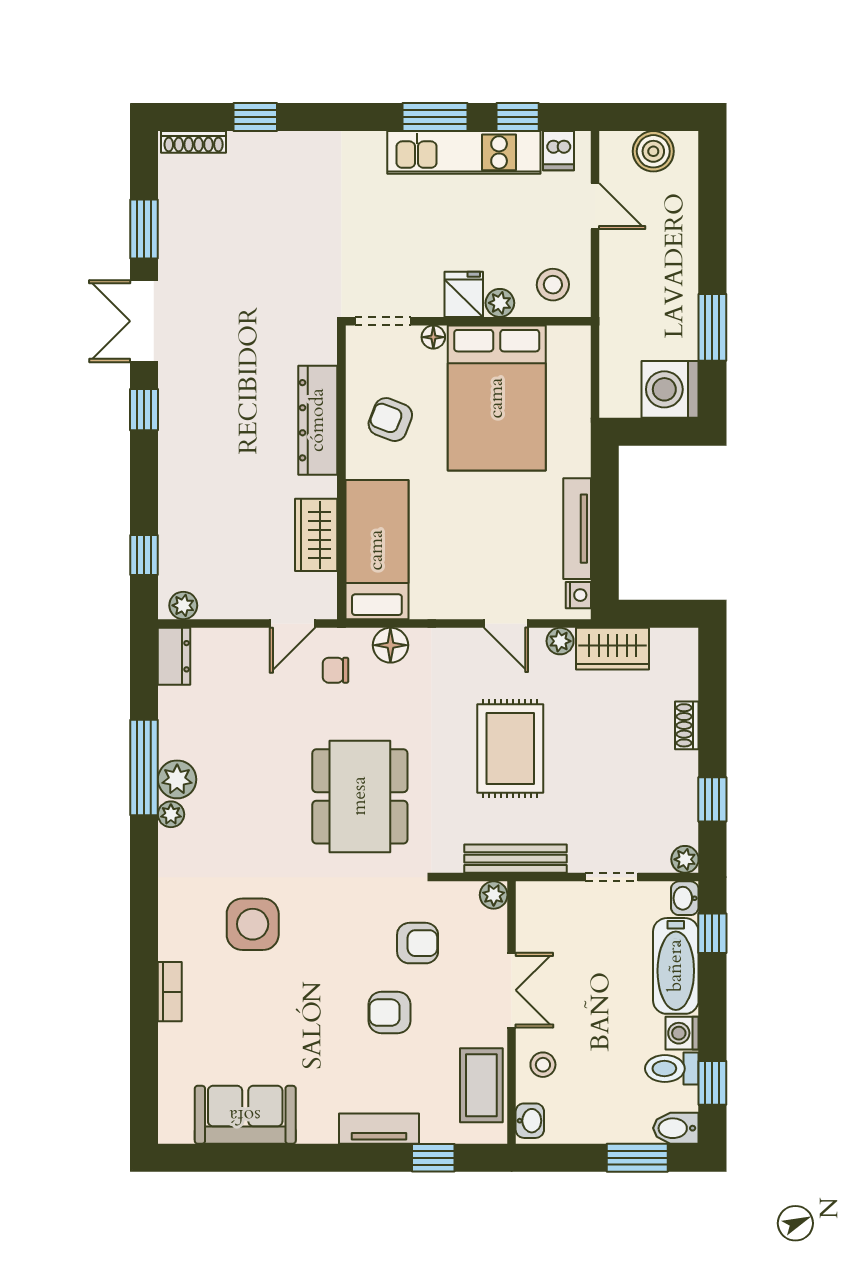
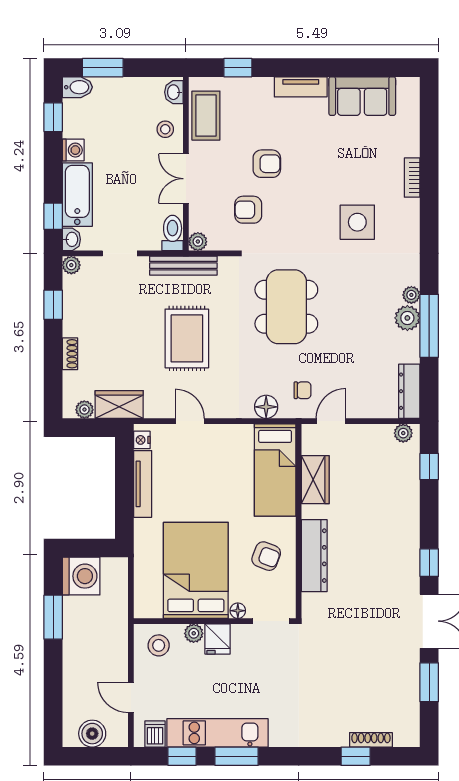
shoe rack: (194, 142) -> (371, 740), moved
plant: (560, 641) -> (84, 410), moved
dresser: (174, 656) -> (409, 391), width x1.44
toilet: (672, 1069) -> (173, 233), moved, turned -90
tv unit: (379, 1129) -> (301, 87), moved

